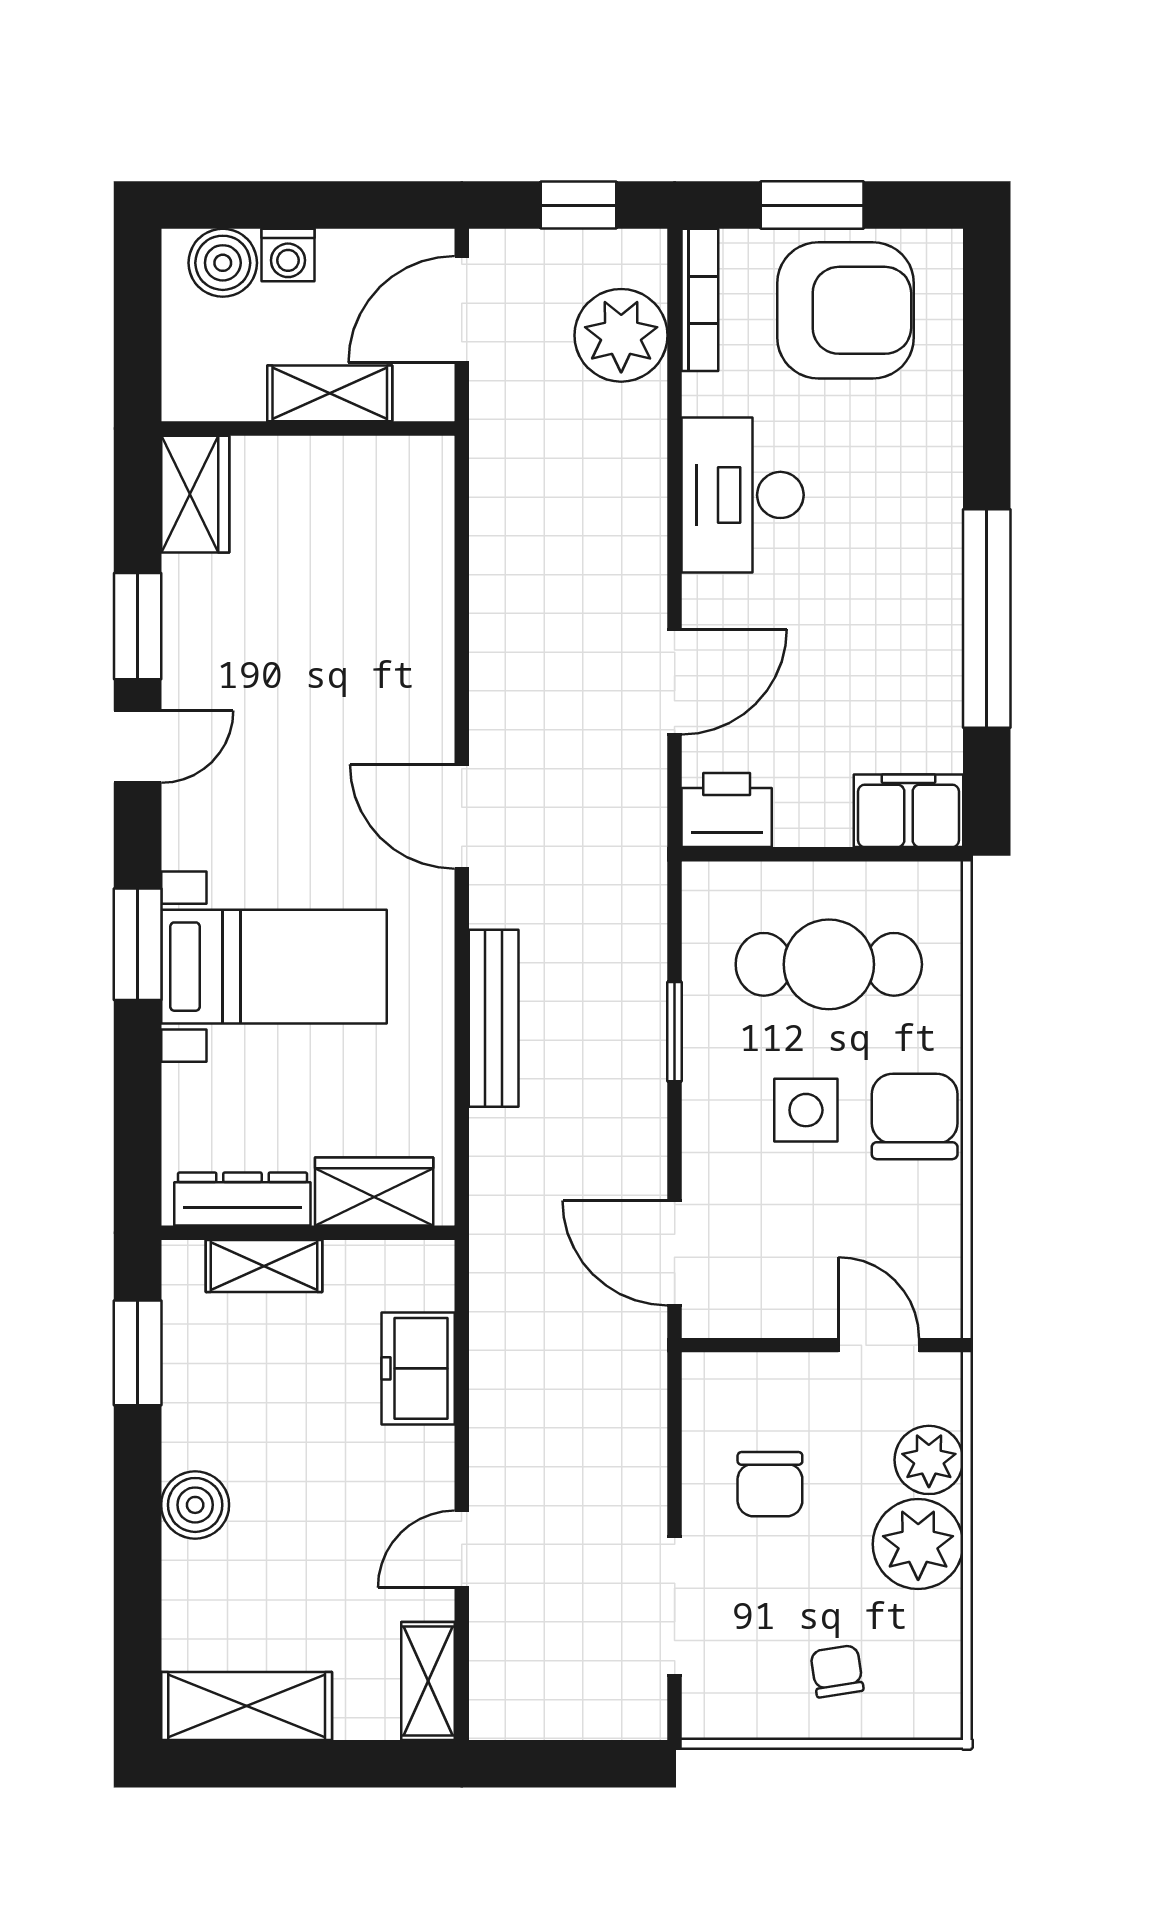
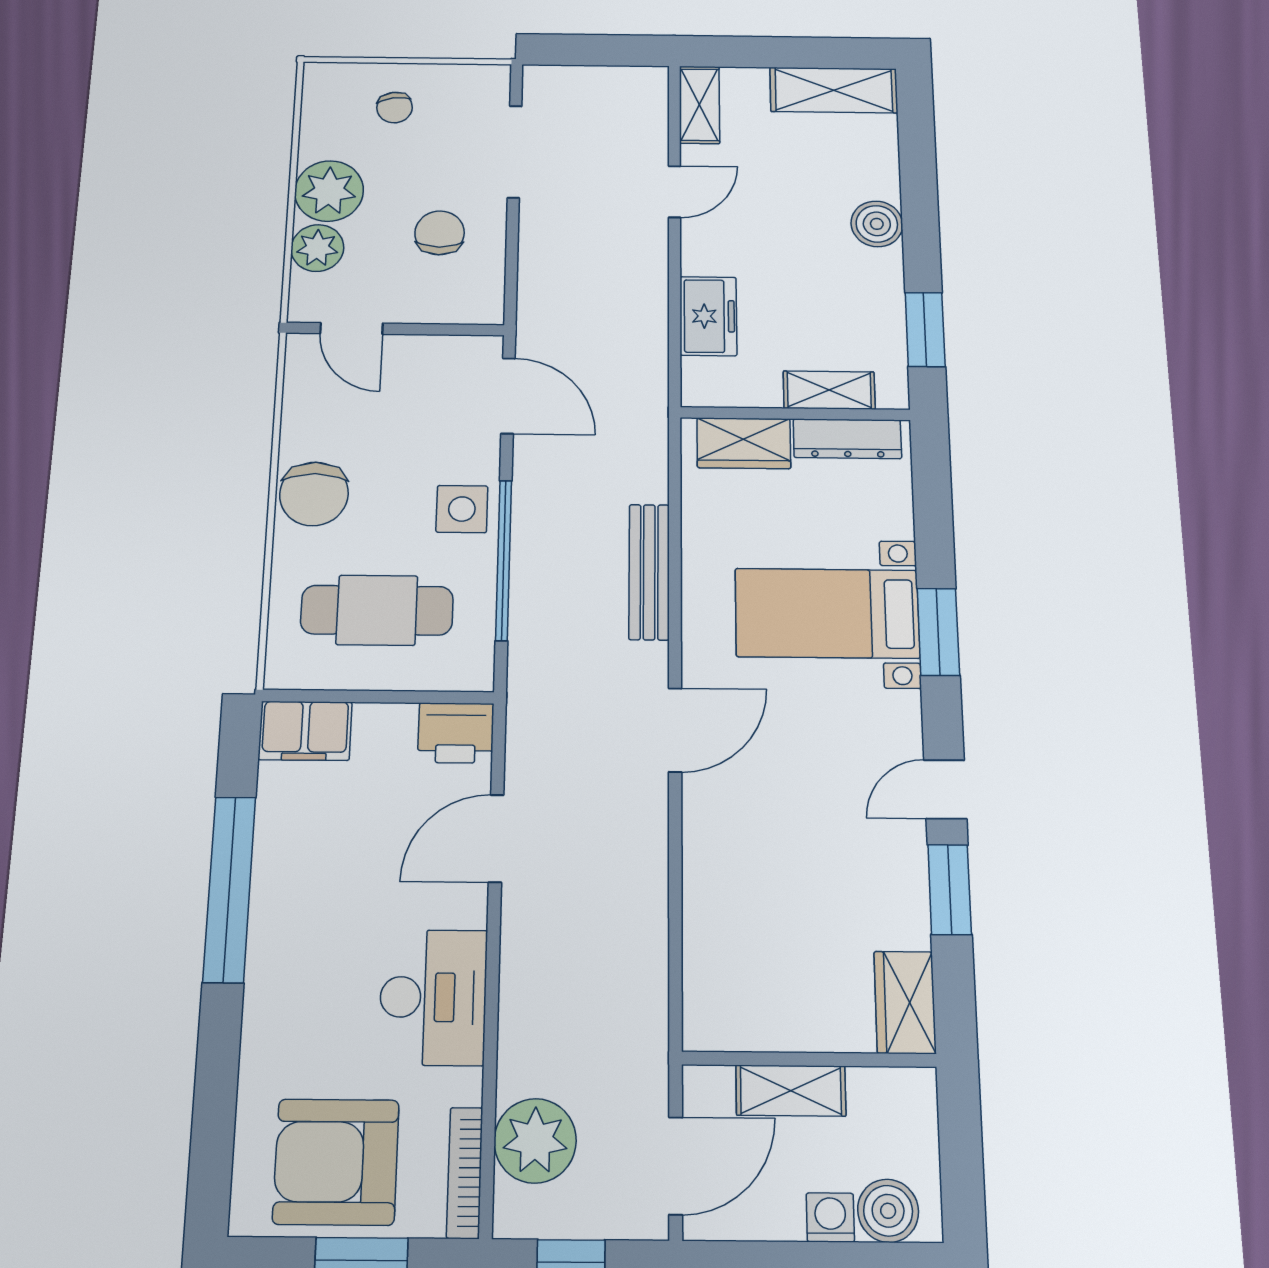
door: (462, 817) -> (675, 730), hinge flipped
window: (675, 1032) -> (504, 560), width x2.11
side table: (806, 1110) -> (462, 509), moved

